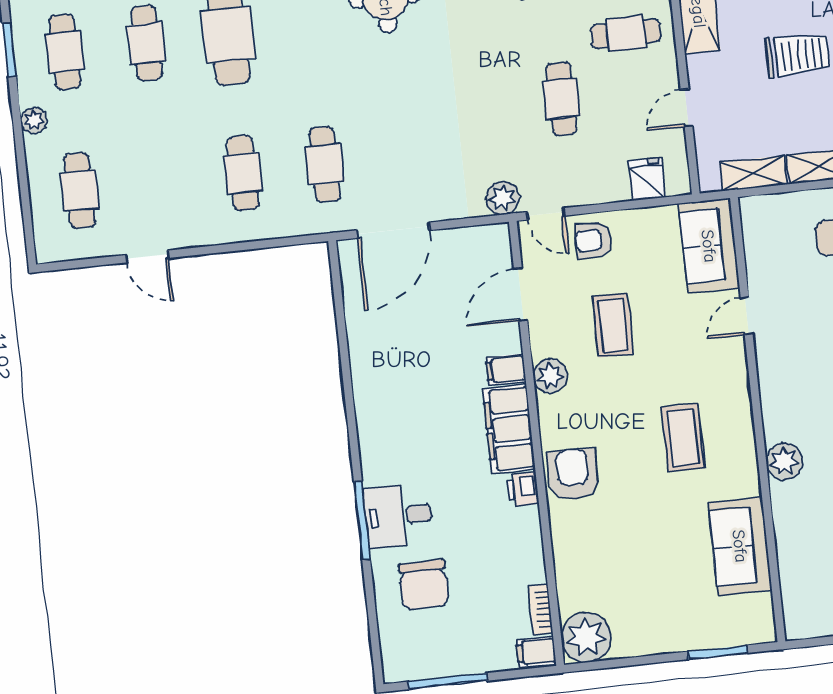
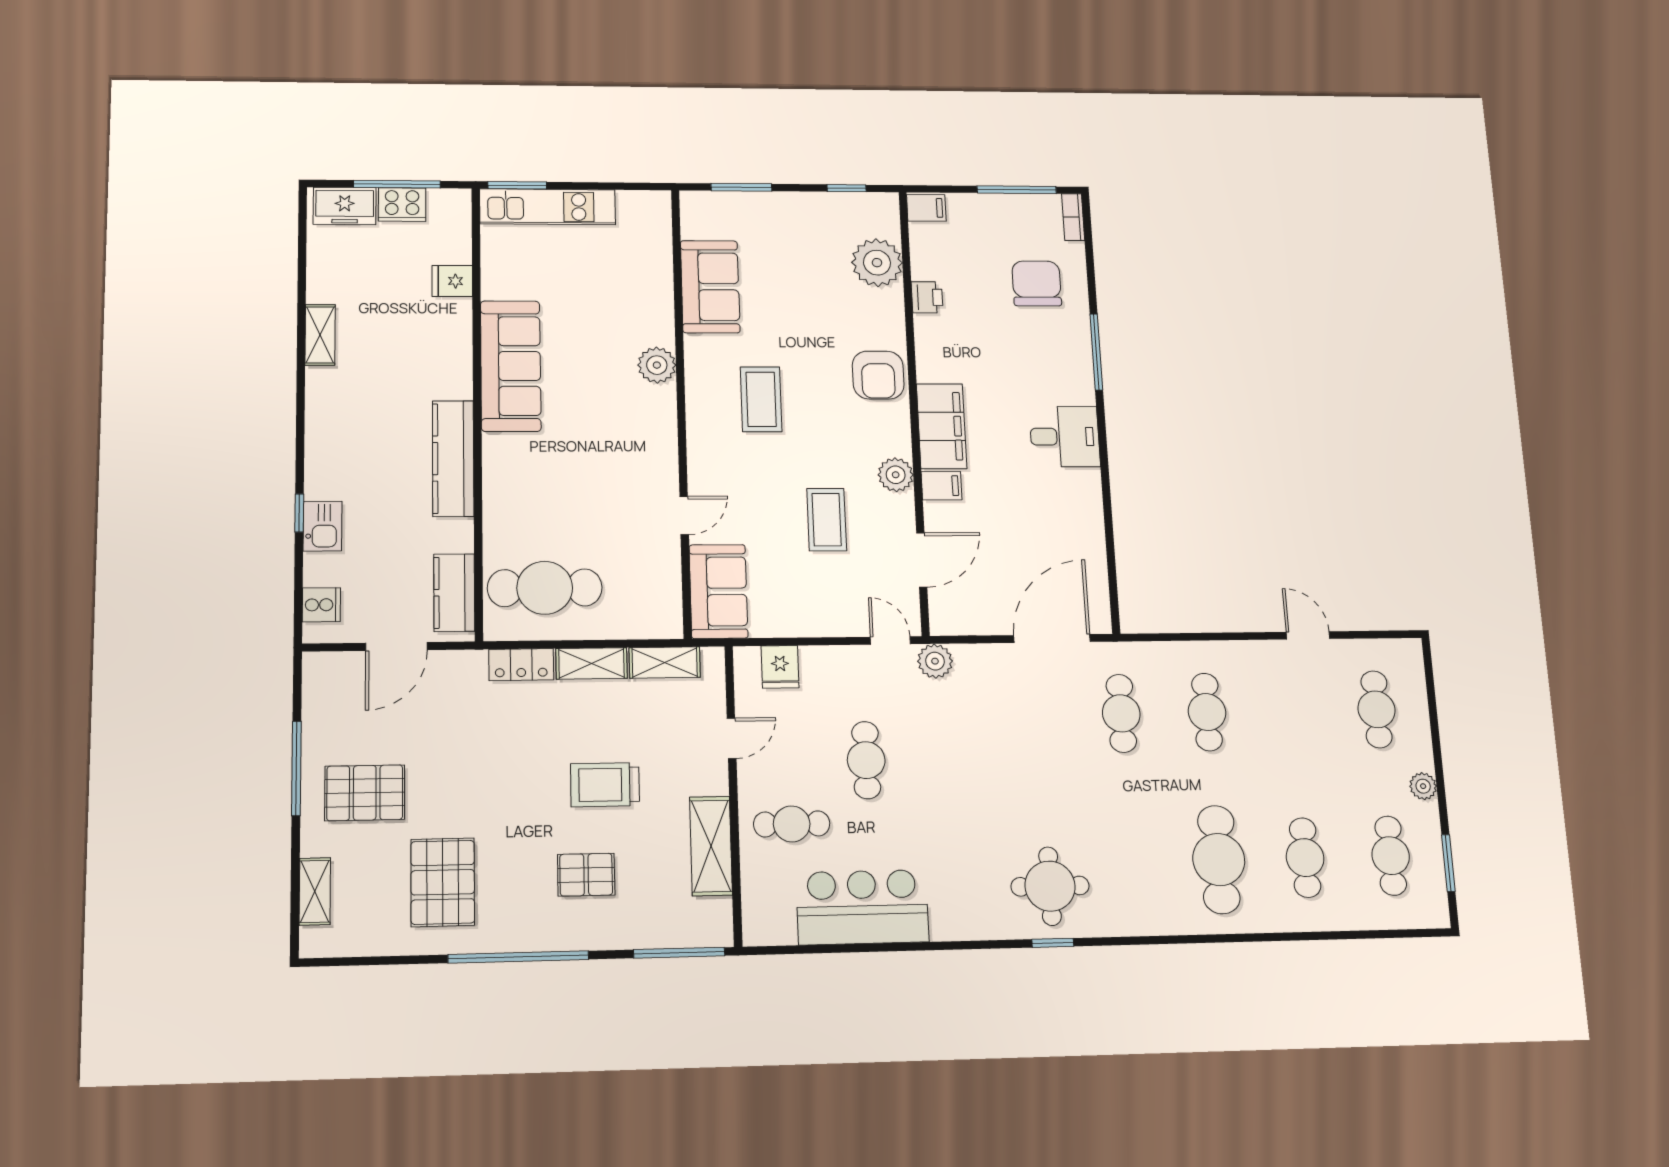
armchair: (593, 240) -> (841, 609), removed
printer: (523, 489) -> (927, 297), moved
desk: (398, 516) -> (1065, 437), moved
bookcase: (541, 610) -> (1073, 217), moved, turned 180
plant: (586, 637) -> (877, 263), moved
window: (615, 663) -> (847, 188), added

